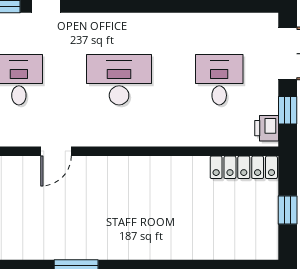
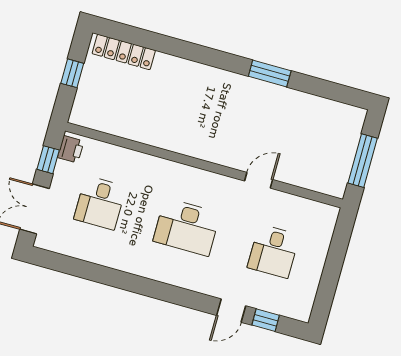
locker: (244, 167) -> (124, 52), moved, turned 180

